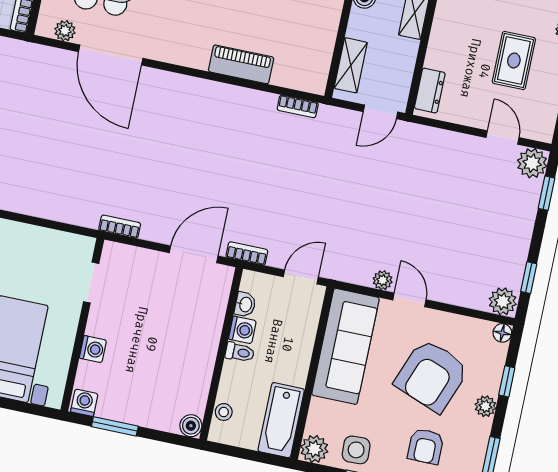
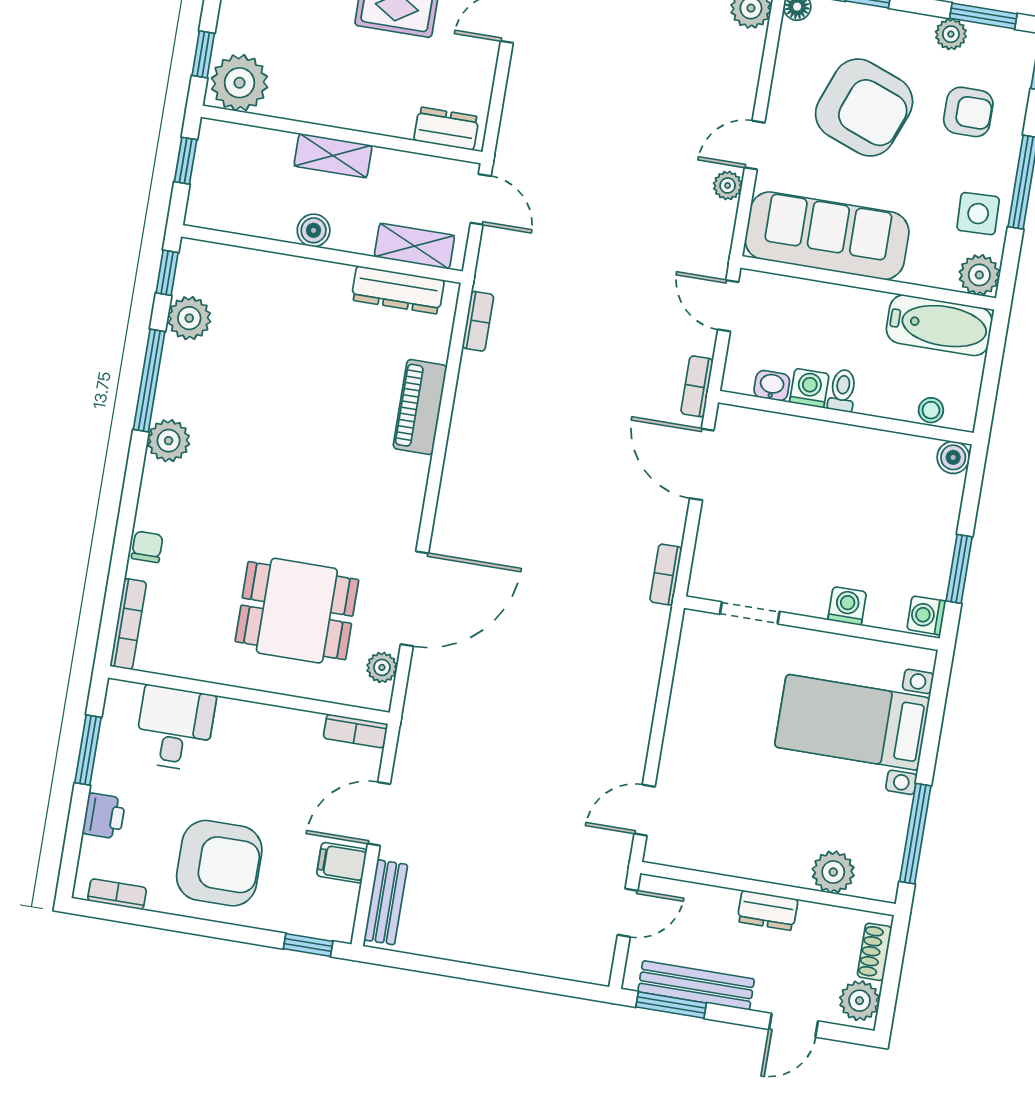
dresser: (321, 53) -> (398, 290), added
plant: (485, 406) -> (951, 34), moved

